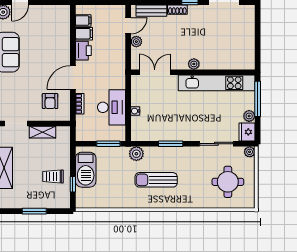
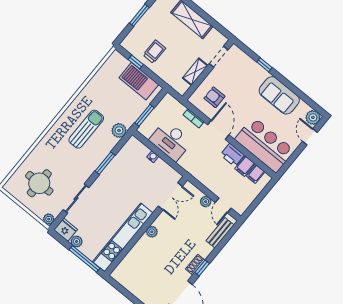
shoe rack: (177, 10) -> (195, 265), moved
bar counter: (55, 32) -> (265, 145), added

